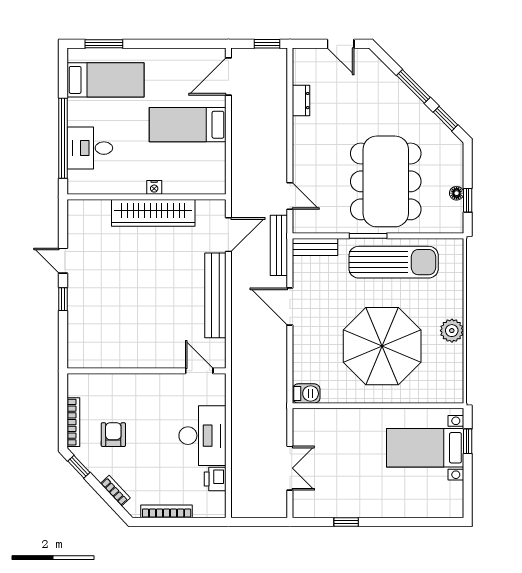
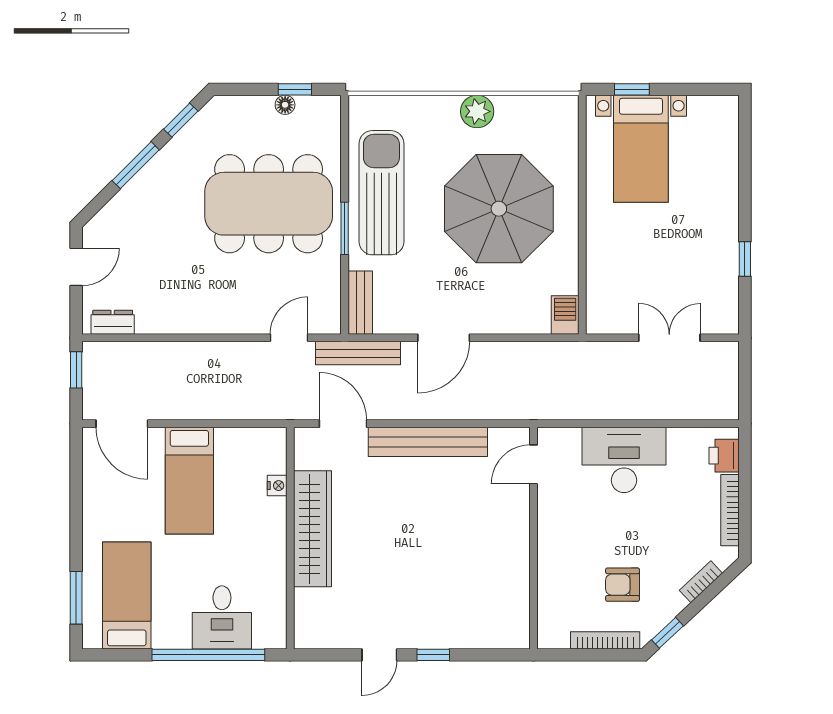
dresser: (301, 101) -> (113, 322), moved
nightstand: (154, 187) -> (277, 486), moved
printer: (215, 479) -> (724, 456), moved, turned 90

